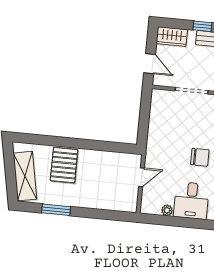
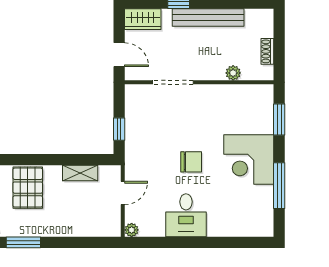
window: (144, 125) -> (119, 129), added
shelving: (108, 157) -> (80, 173), added
plant: (167, 210) -> (132, 230), moved

